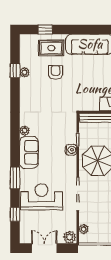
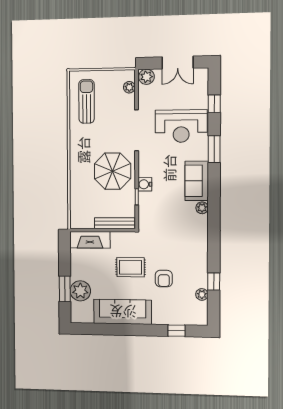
rug: (51, 48) -> (131, 267), moved
plant: (25, 72) -> (202, 294), moved

